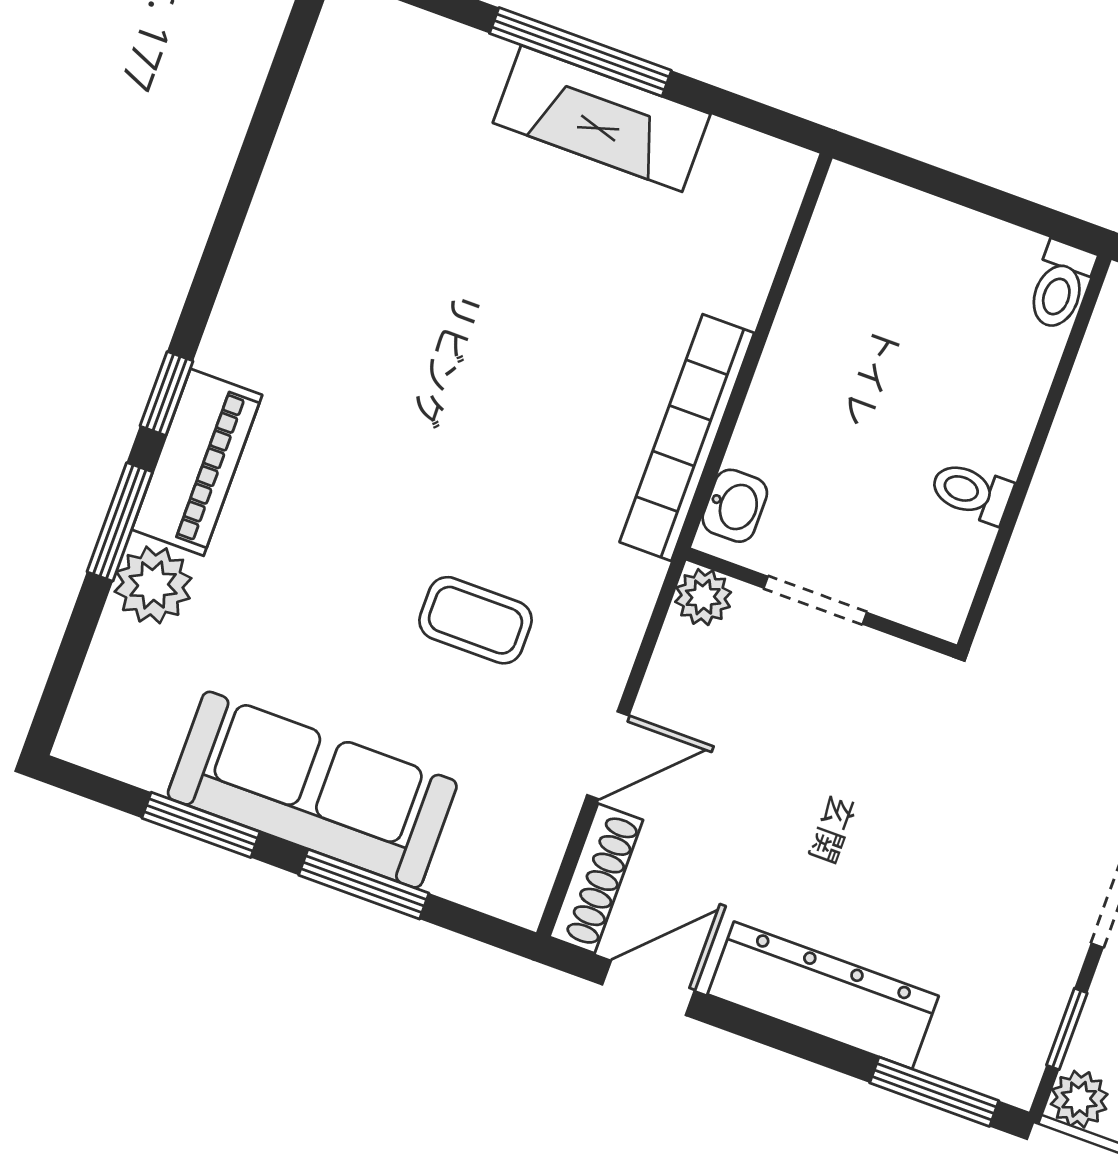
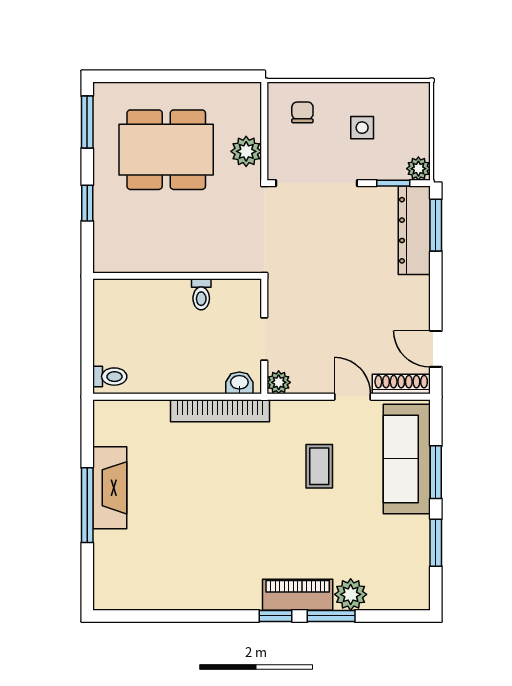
toilet: (1060, 286) -> (110, 377), moved
sofa: (312, 790) -> (407, 459), moved
dresser: (823, 995) -> (414, 230), moved

